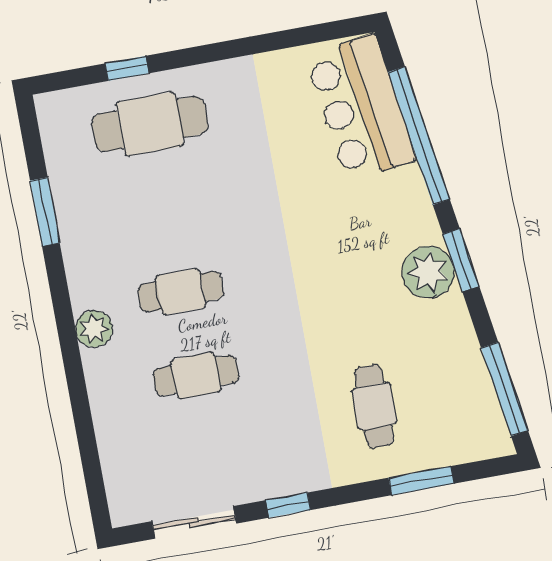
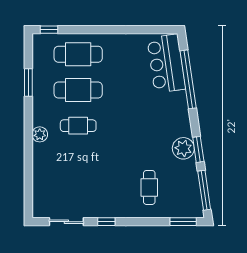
window: (127, 68) -> (49, 30), moved
window: (461, 260) -> (198, 149), moved
plant: (428, 272) -> (183, 148), moved
cafe table: (196, 376) -> (78, 90), moved, width x1.37, depth x1.35
window: (421, 481) -> (183, 222), moved

